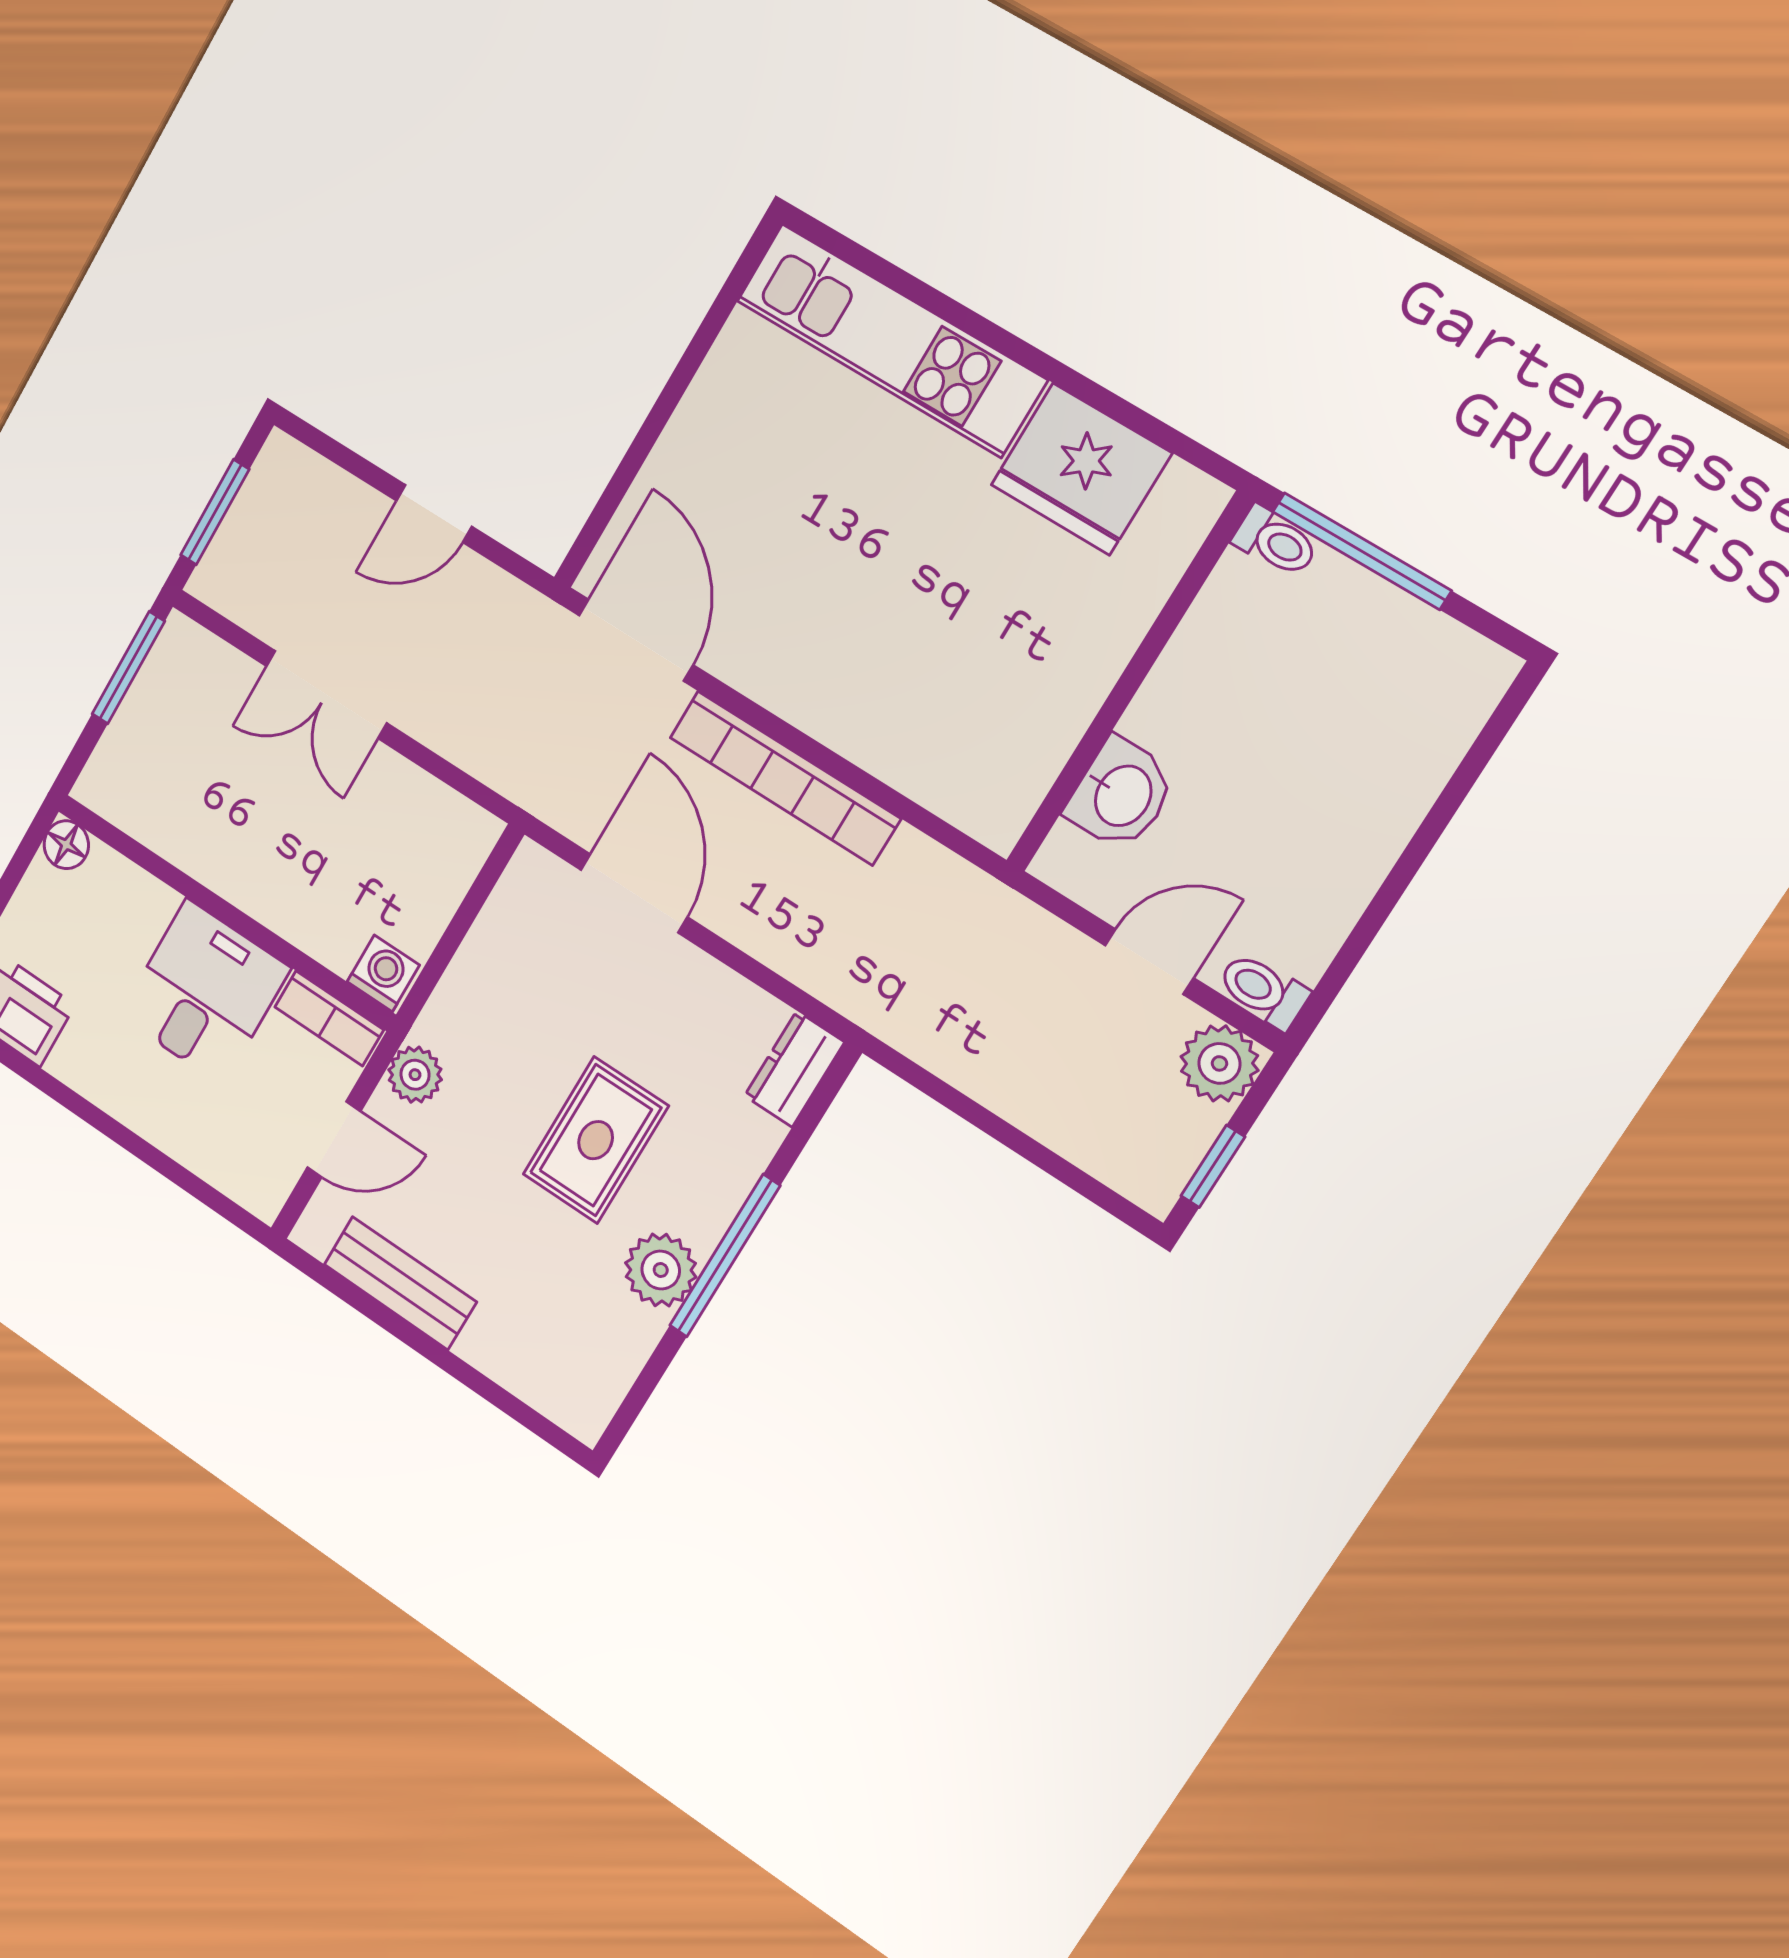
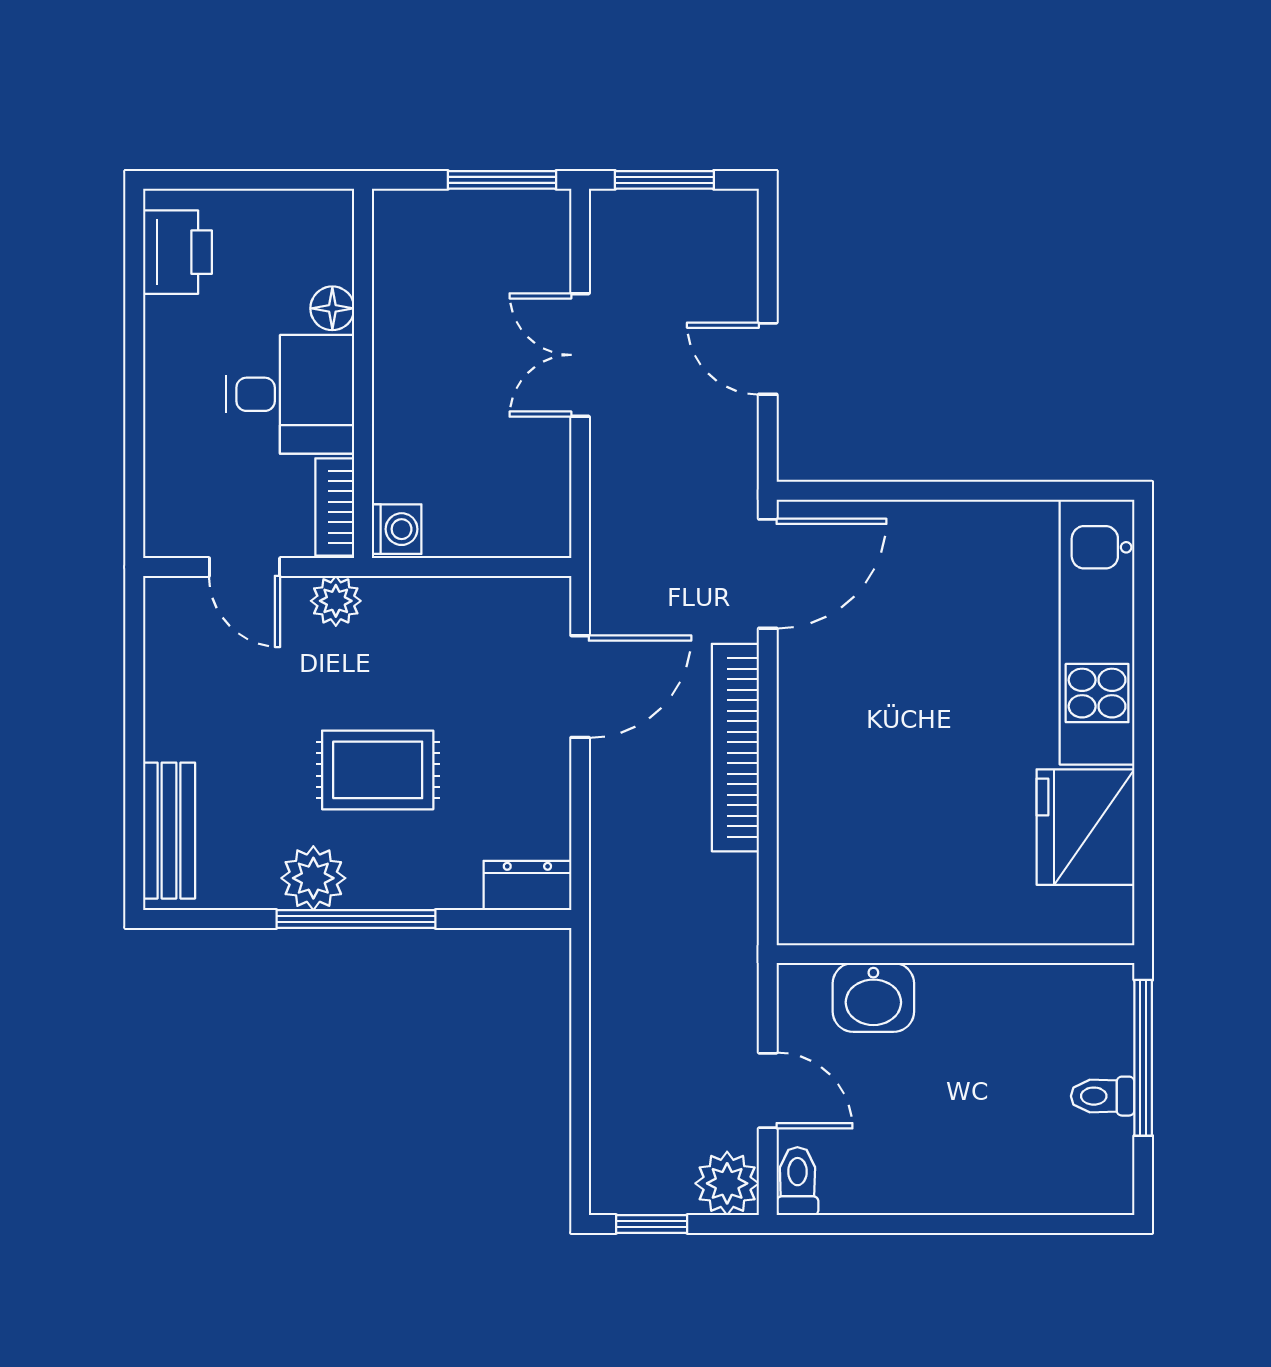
toilet: (1276, 542) -> (1103, 1096), moved, turned 90
floor lamp: (66, 845) -> (332, 308), moved
bench: (400, 1283) -> (169, 831), moved

